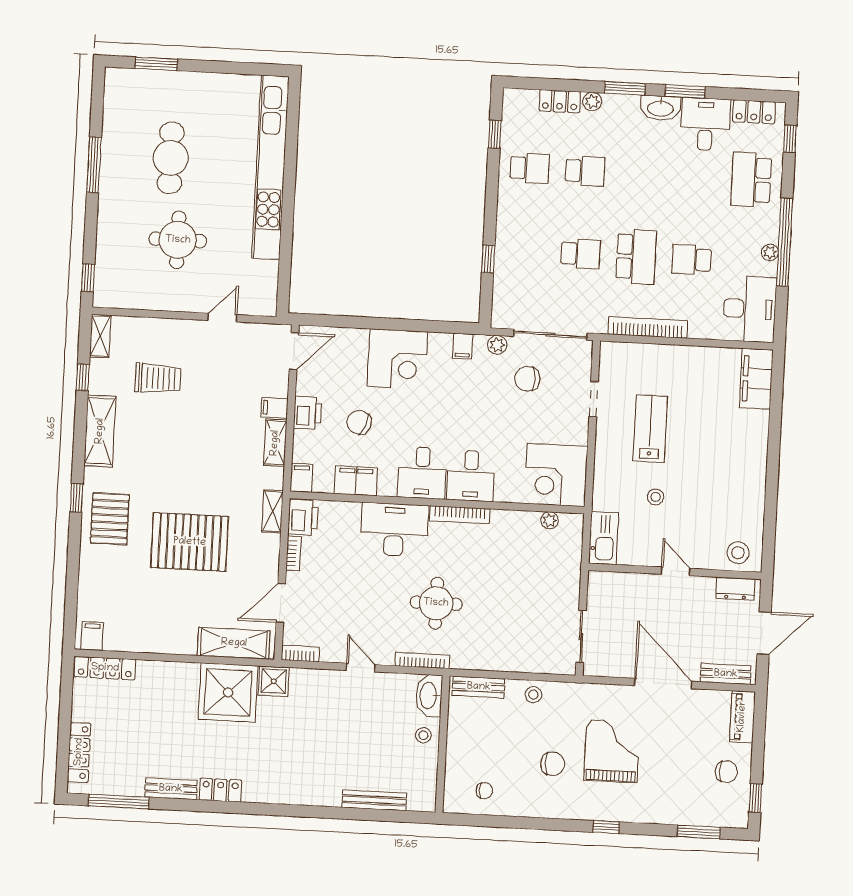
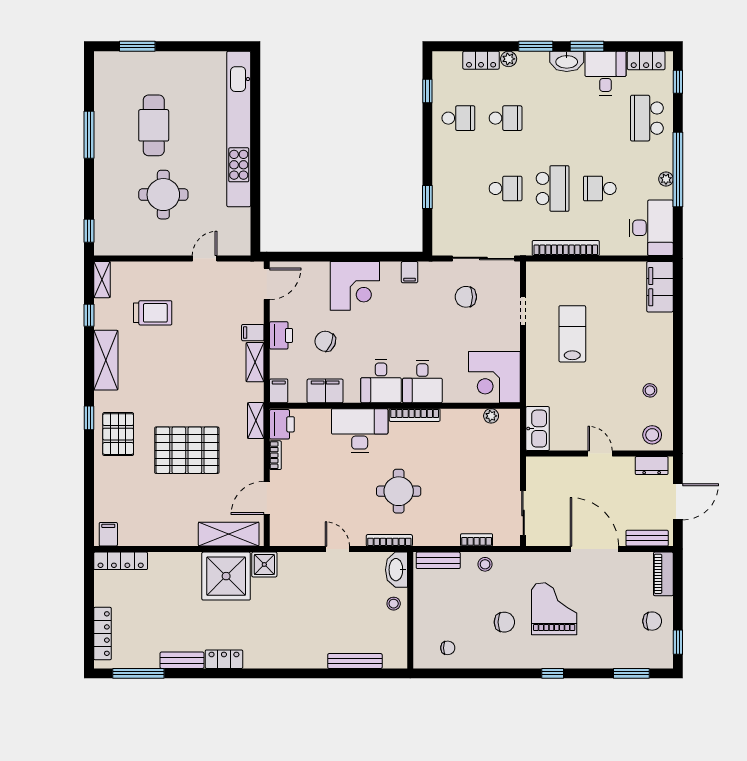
plant: (497, 345) -> (439, 269), removed
stool: (656, 497) -> (650, 390), moved
bookcase: (300, 654) -> (477, 540), moved

